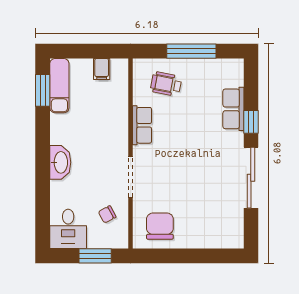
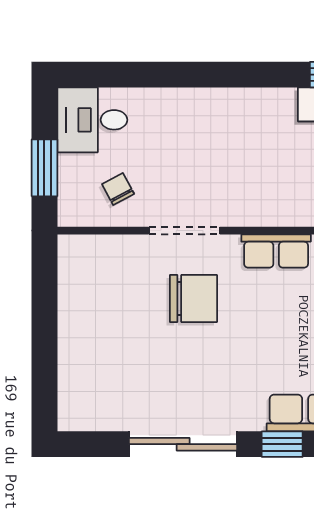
washbasin: (60, 162) -> (210, 106), removed
chair: (160, 226) -> (193, 299), moved

